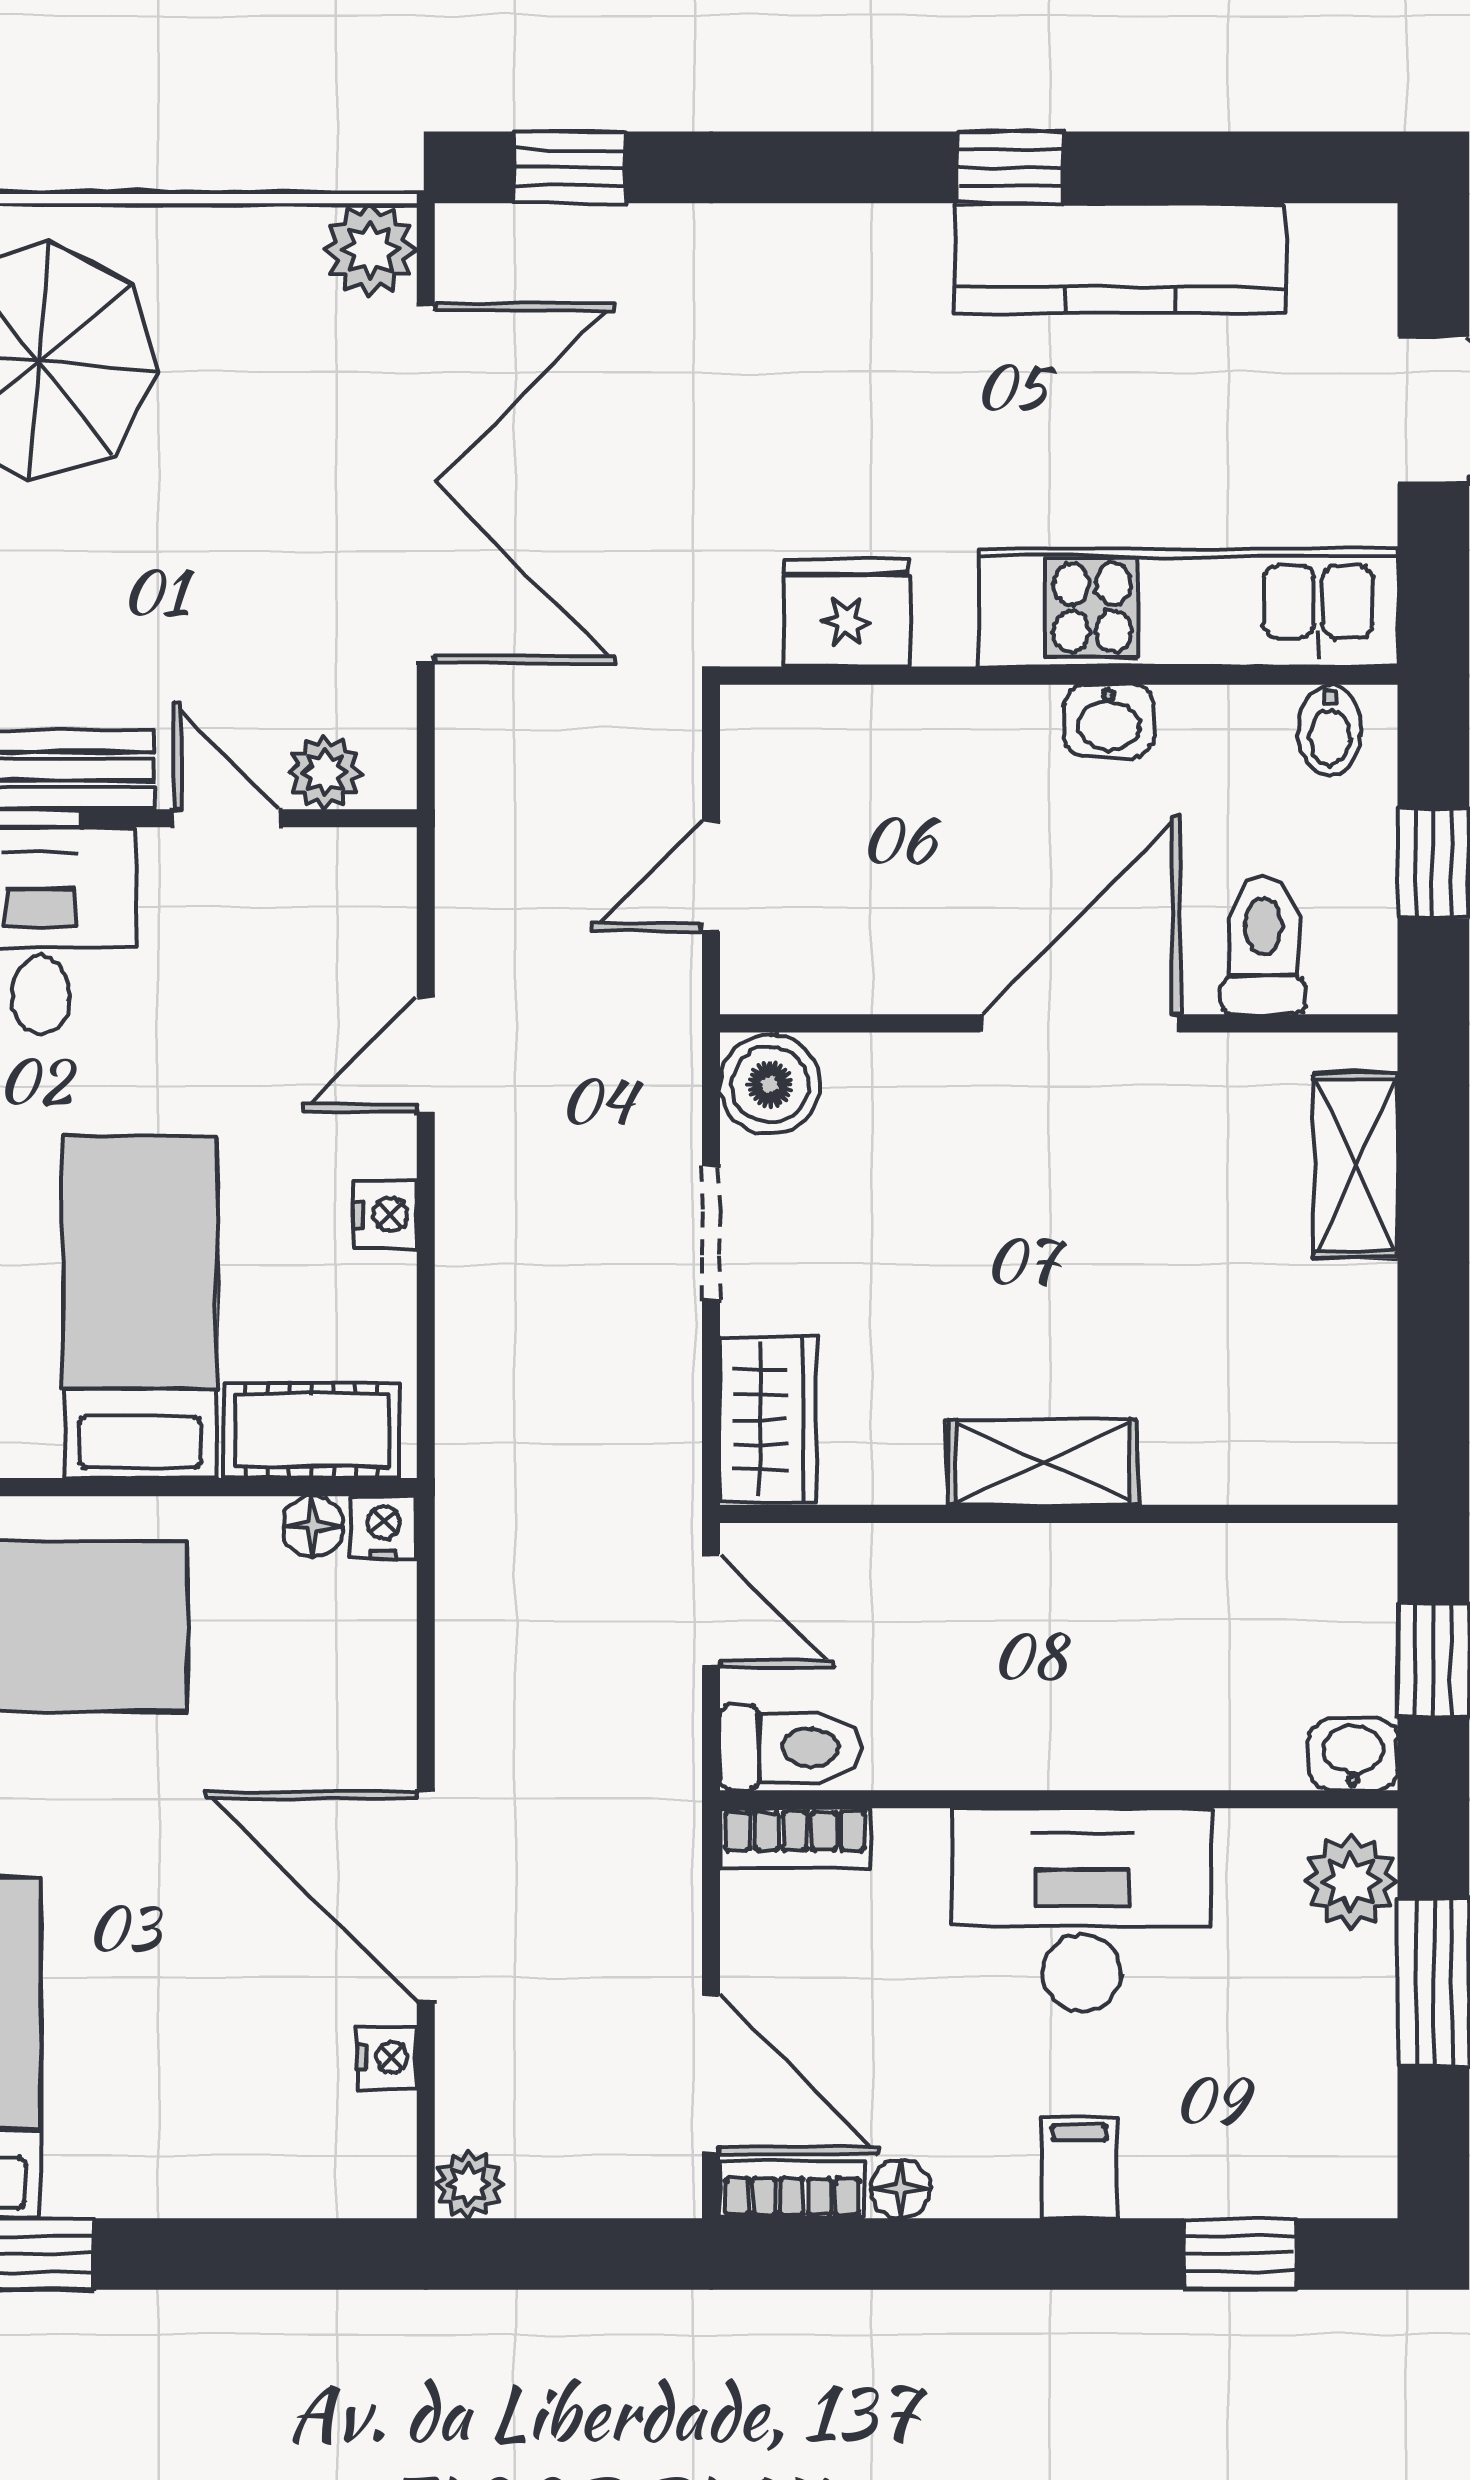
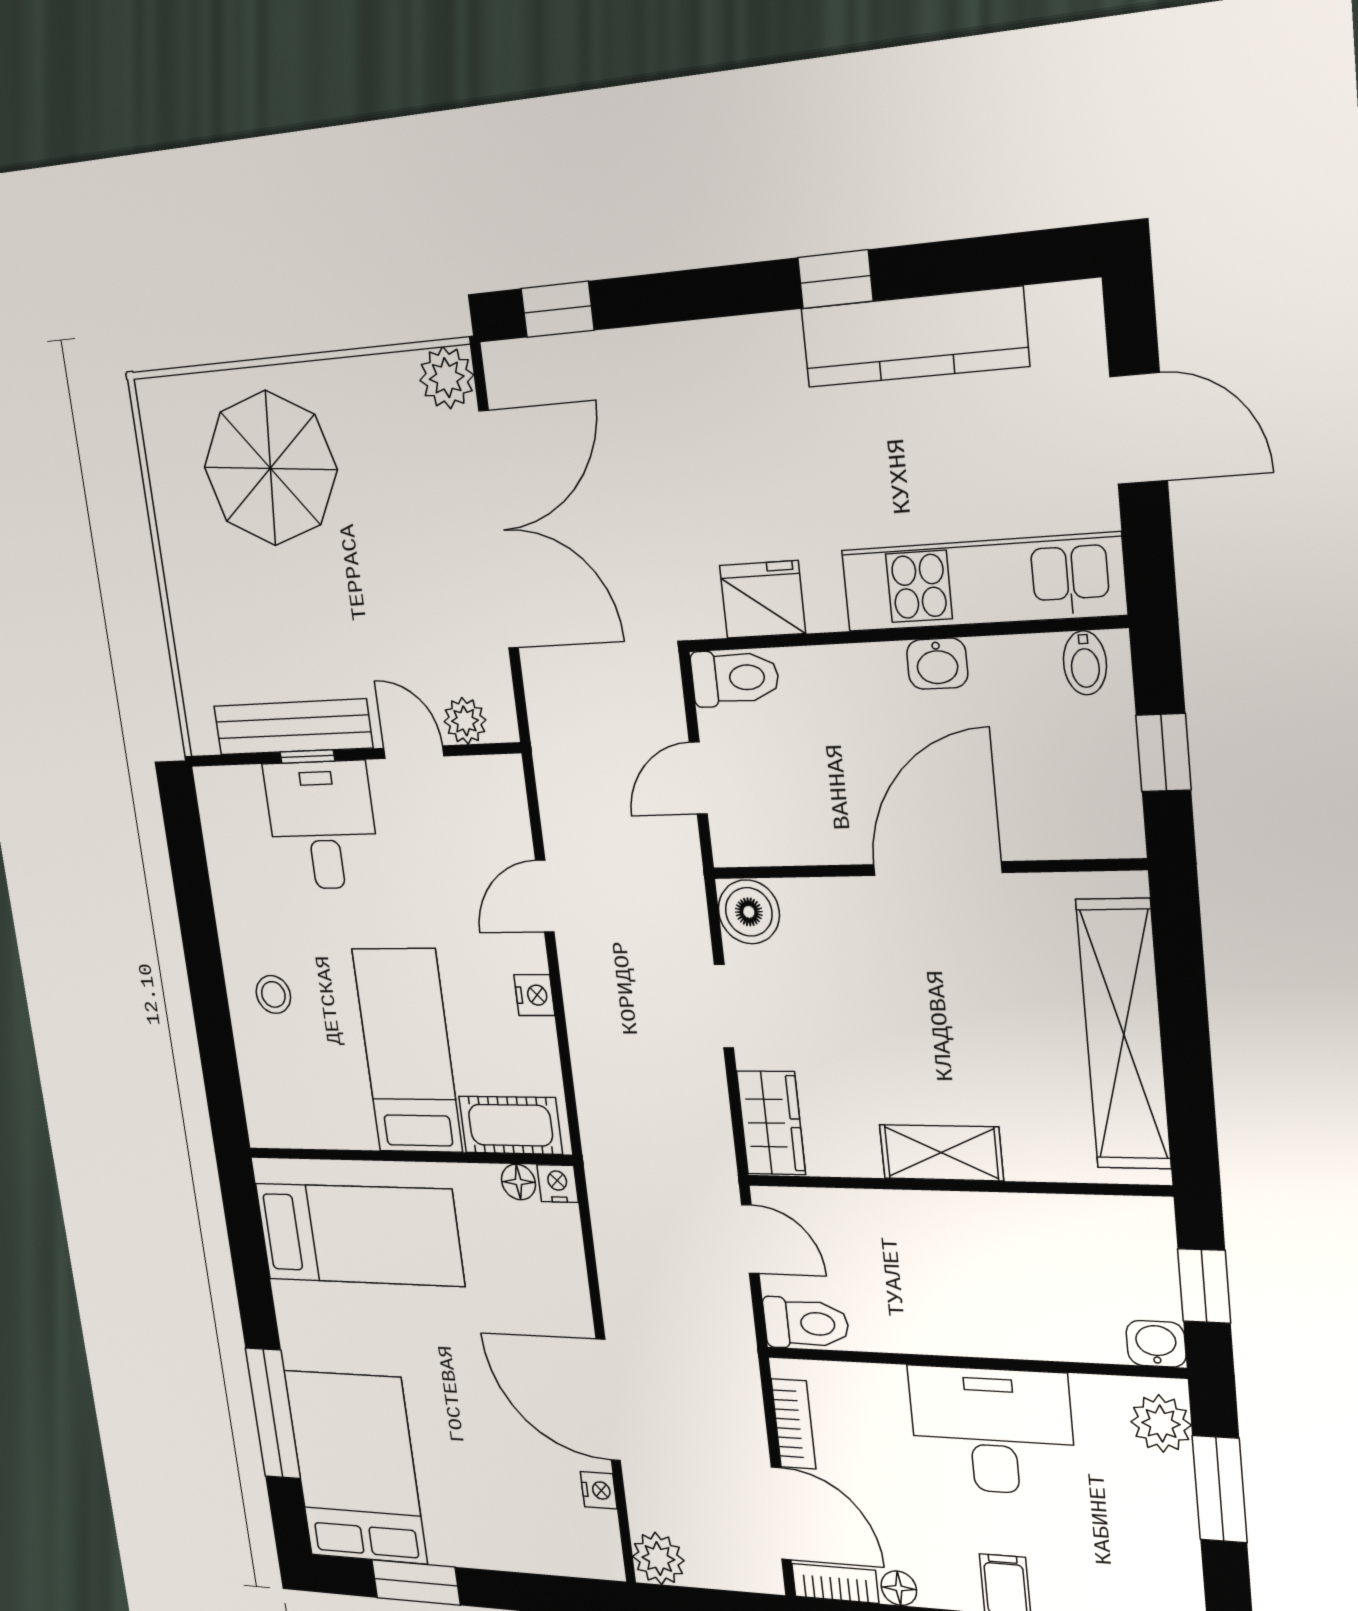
toilet: (1263, 945) -> (735, 678), moved, turned 90
shelving: (1356, 1165) -> (1124, 1035), width x2.20, depth x1.33
bookcase: (795, 1838) -> (794, 1424), moved, turned -90
plant: (469, 2184) -> (658, 1559), width x1.38, depth x1.38

